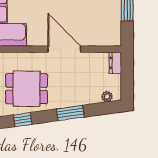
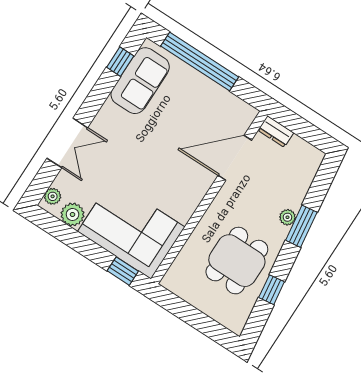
door: (64, 49) -> (235, 158), moved
plant: (107, 97) -> (287, 217), moved

